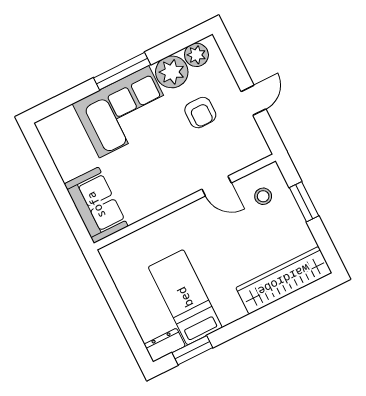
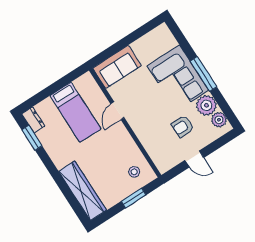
door: (217, 186) -> (117, 111), moved
bed: (185, 297) -> (75, 112), moved, turned 90

